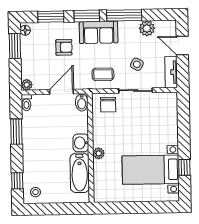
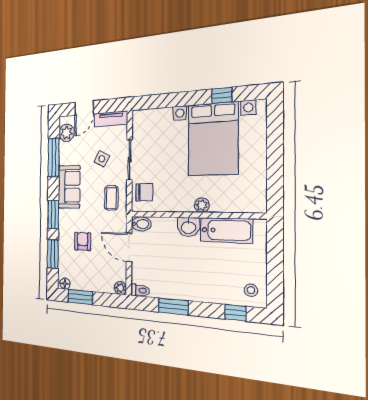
window: (124, 15) -> (54, 157), moved
plant: (147, 28) -> (67, 133), moved
sofa: (99, 32) -> (69, 187), moved
bed with nightstands: (151, 170) -> (213, 139), width x1.36

